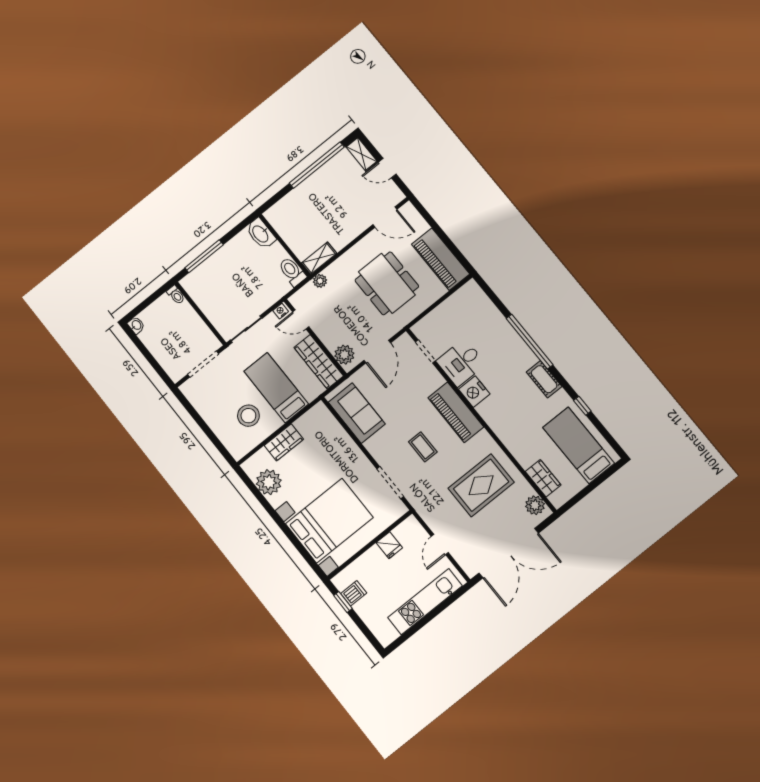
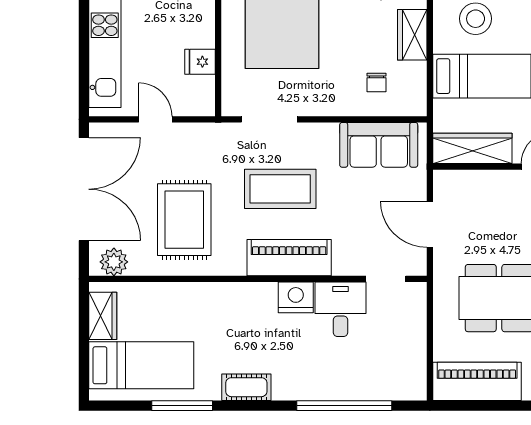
window: (530, 342) -> (344, 406), moved
plant: (344, 355) -> (457, 184), removed
window: (582, 406) -> (182, 406), width x2.17
chair: (324, 441) -> (376, 83), added
coffee table: (423, 447) -> (280, 189), width x1.86, depth x1.72
wardrobe: (543, 478) -> (103, 316), moved, turned -90
double door: (509, 553) -> (84, 189), swing flipped

